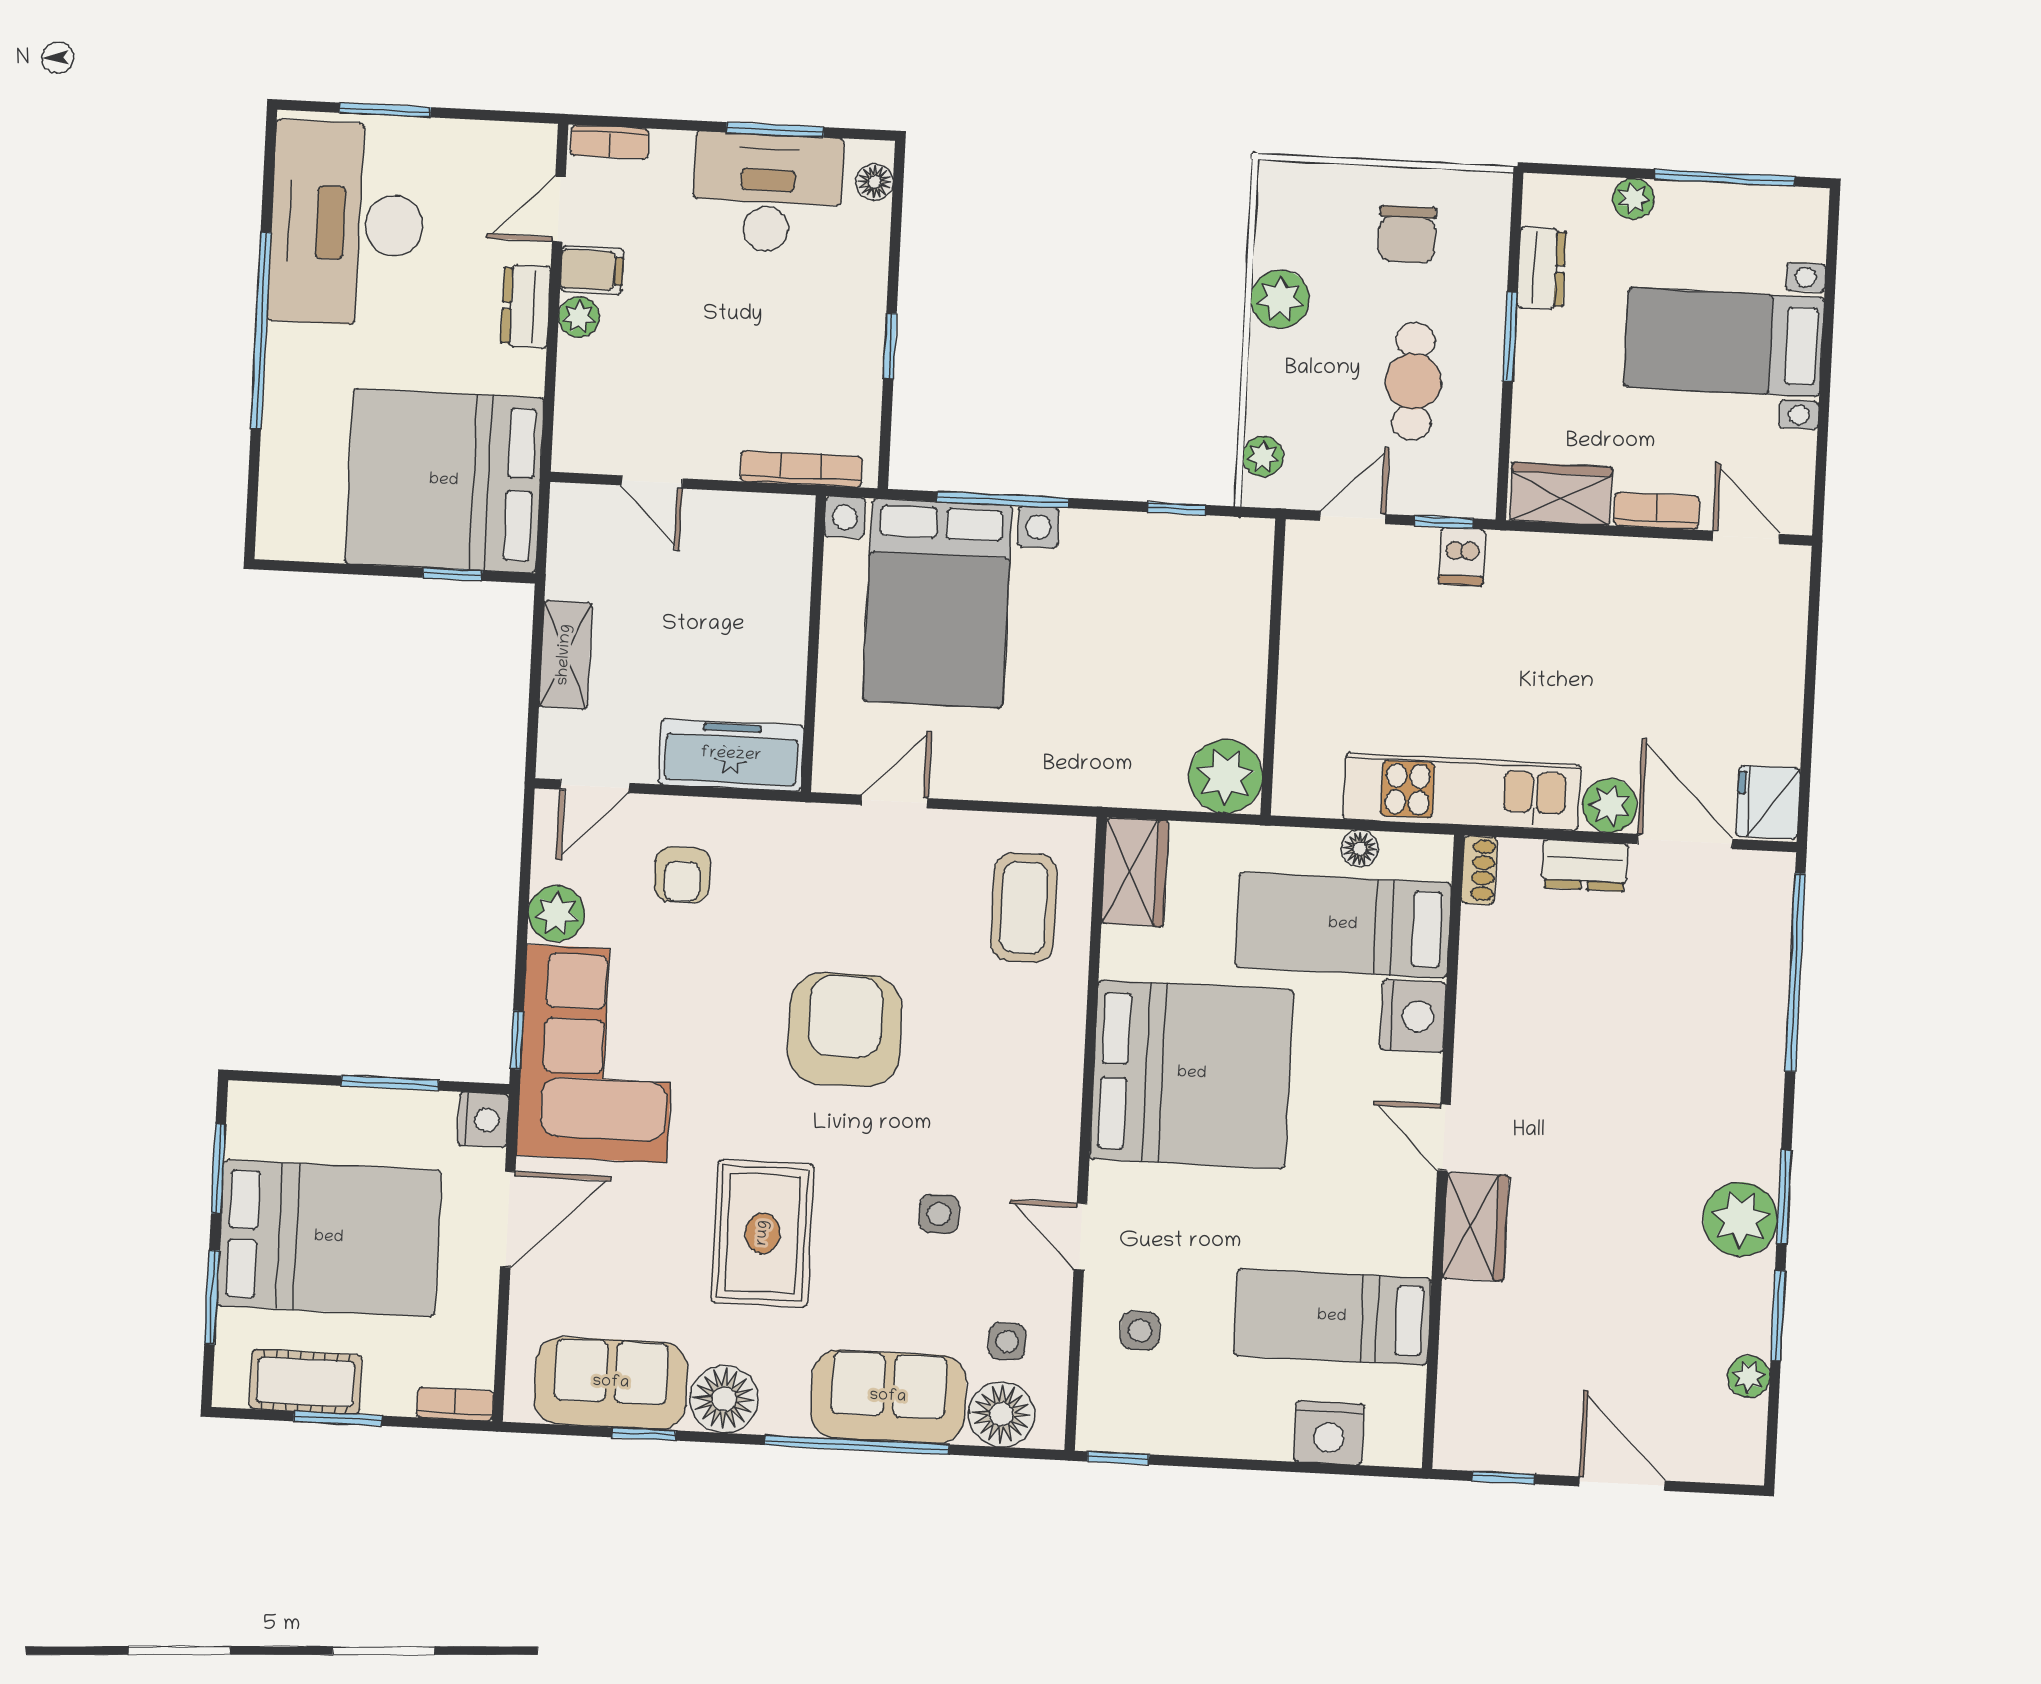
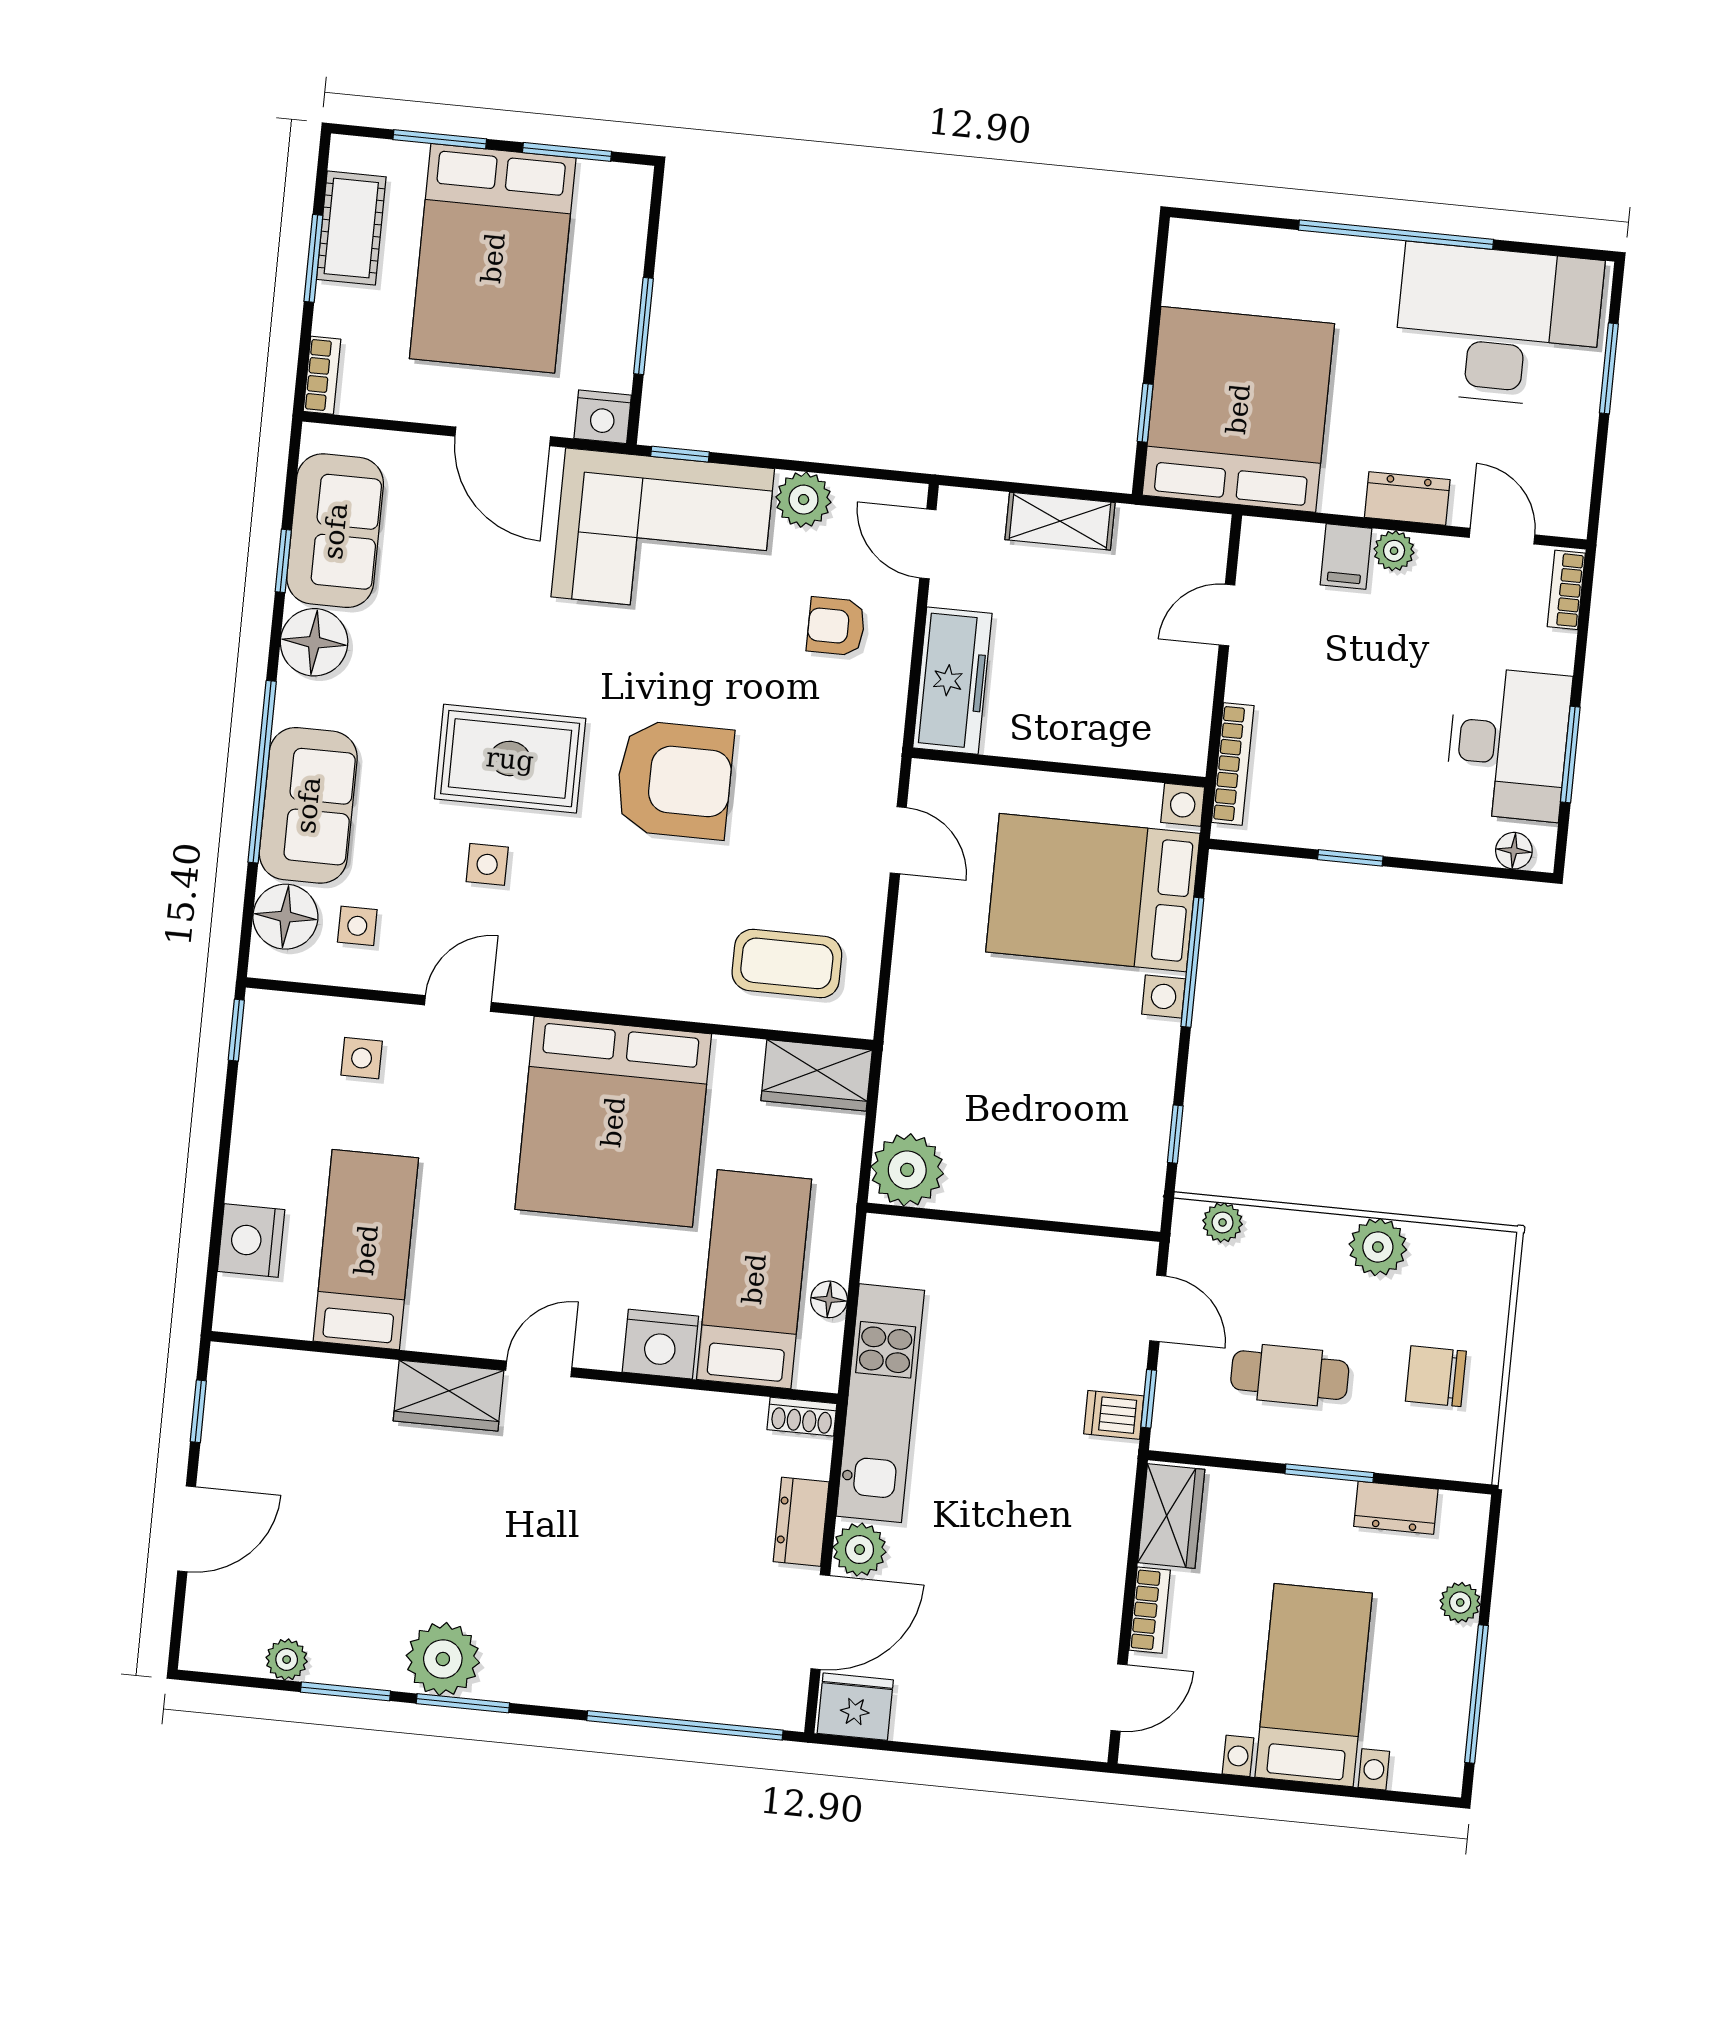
filing cabinet: (592, 270) -> (1346, 557), moved
rug: (763, 1233) -> (510, 759), moved

